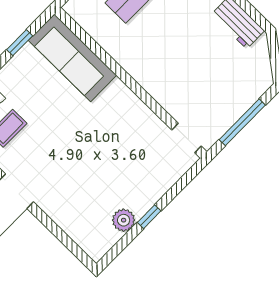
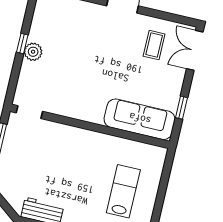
plant: (124, 220) -> (33, 52), moved

